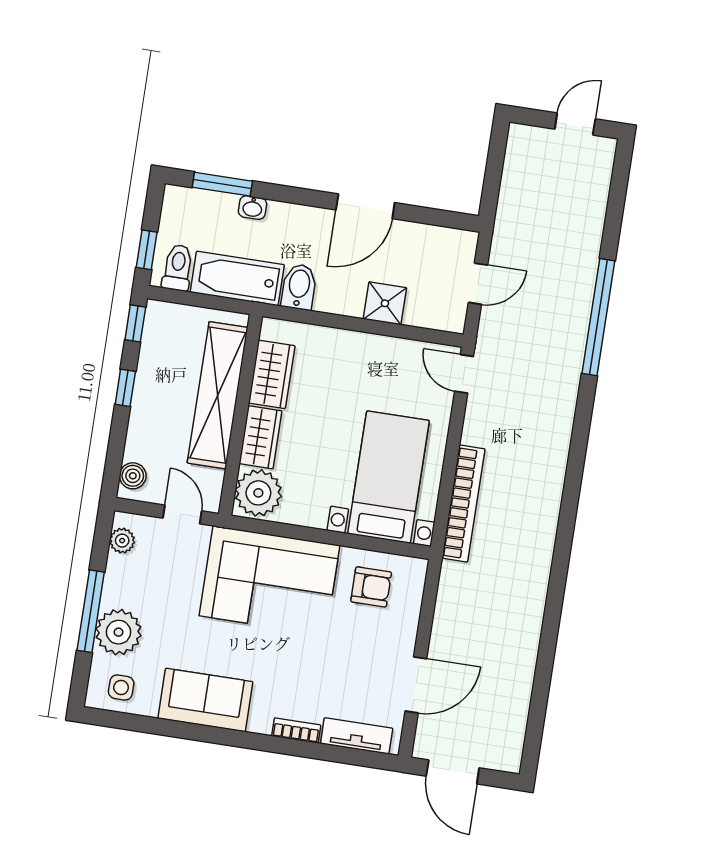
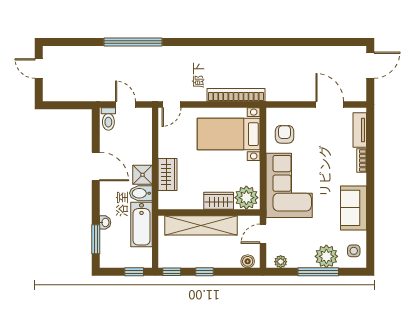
toilet: (178, 268) -> (108, 119), moved, turned -90
shower: (385, 303) -> (143, 175), moved
wardrobe: (272, 374) -> (168, 174), moved, turned 90
door: (453, 772) -> (370, 65), moved

